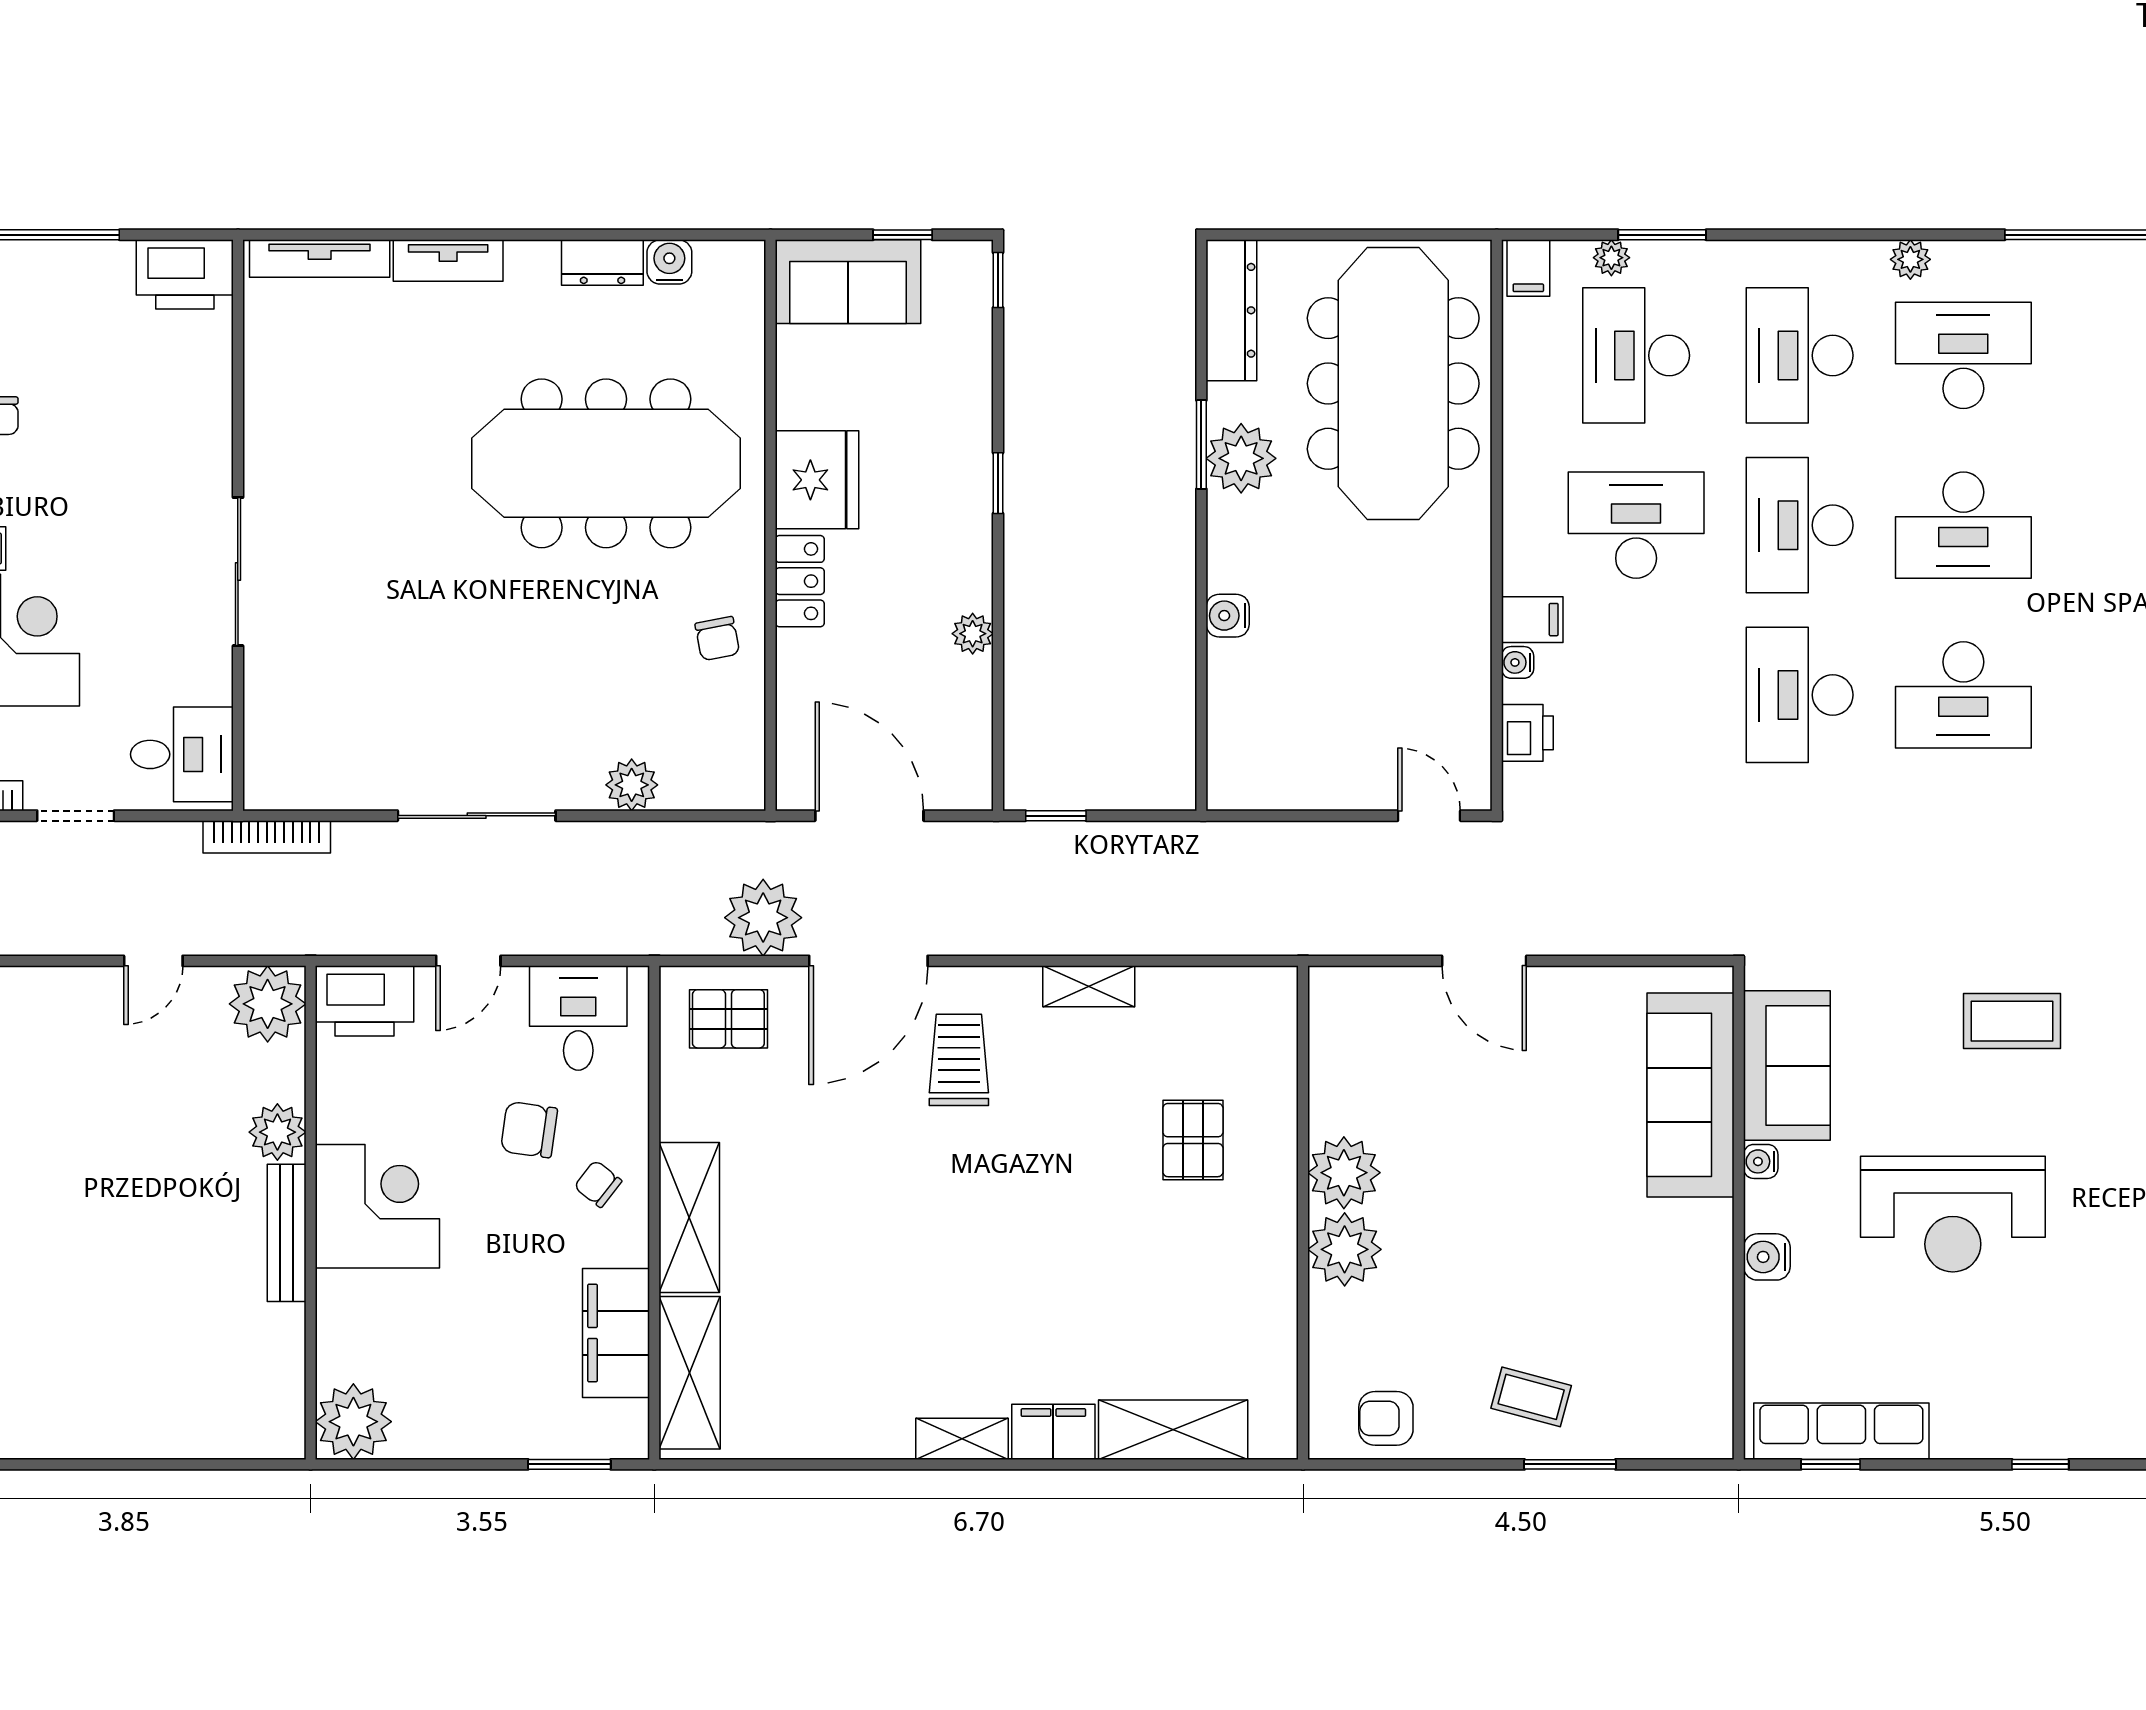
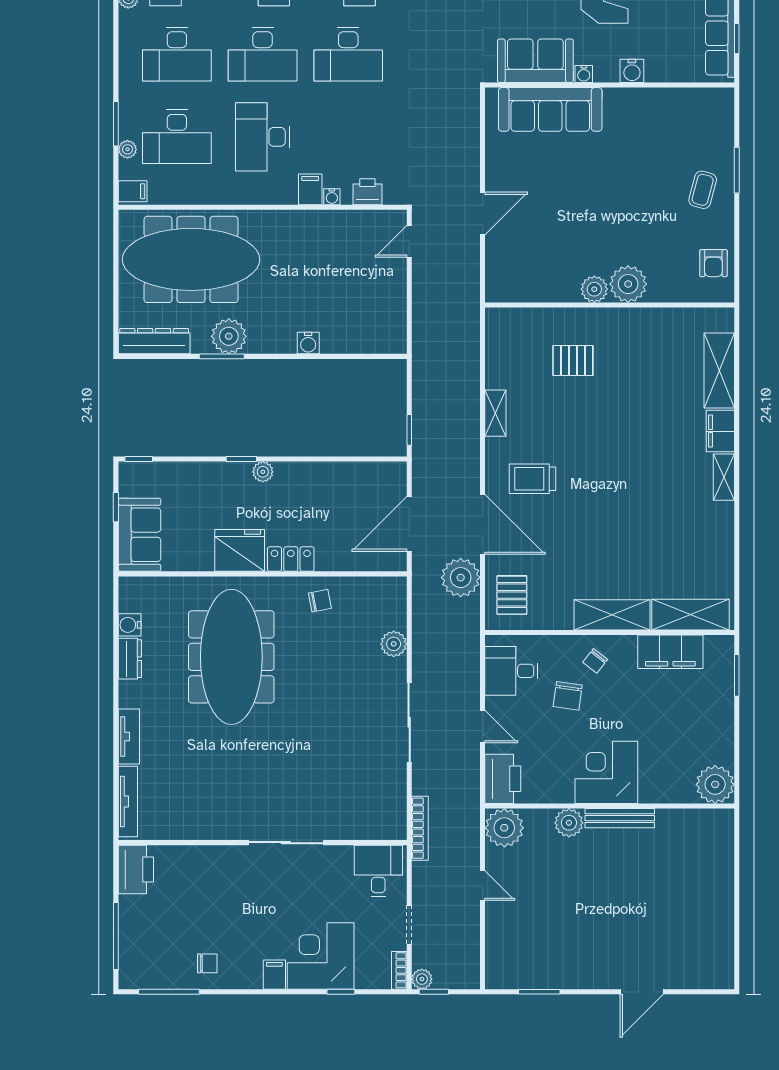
plant: (973, 634) -> (263, 472), moved
plant: (1344, 1173) -> (594, 289), width x0.73, depth x0.73

